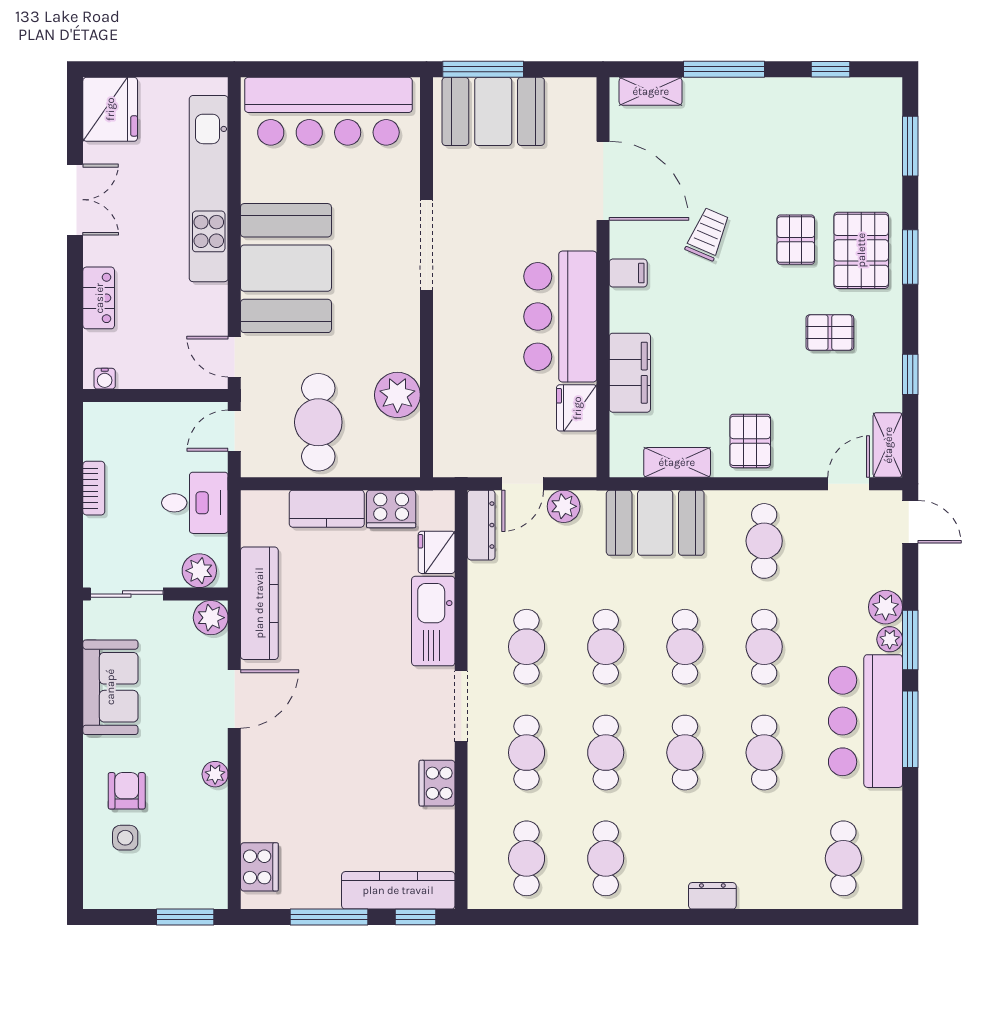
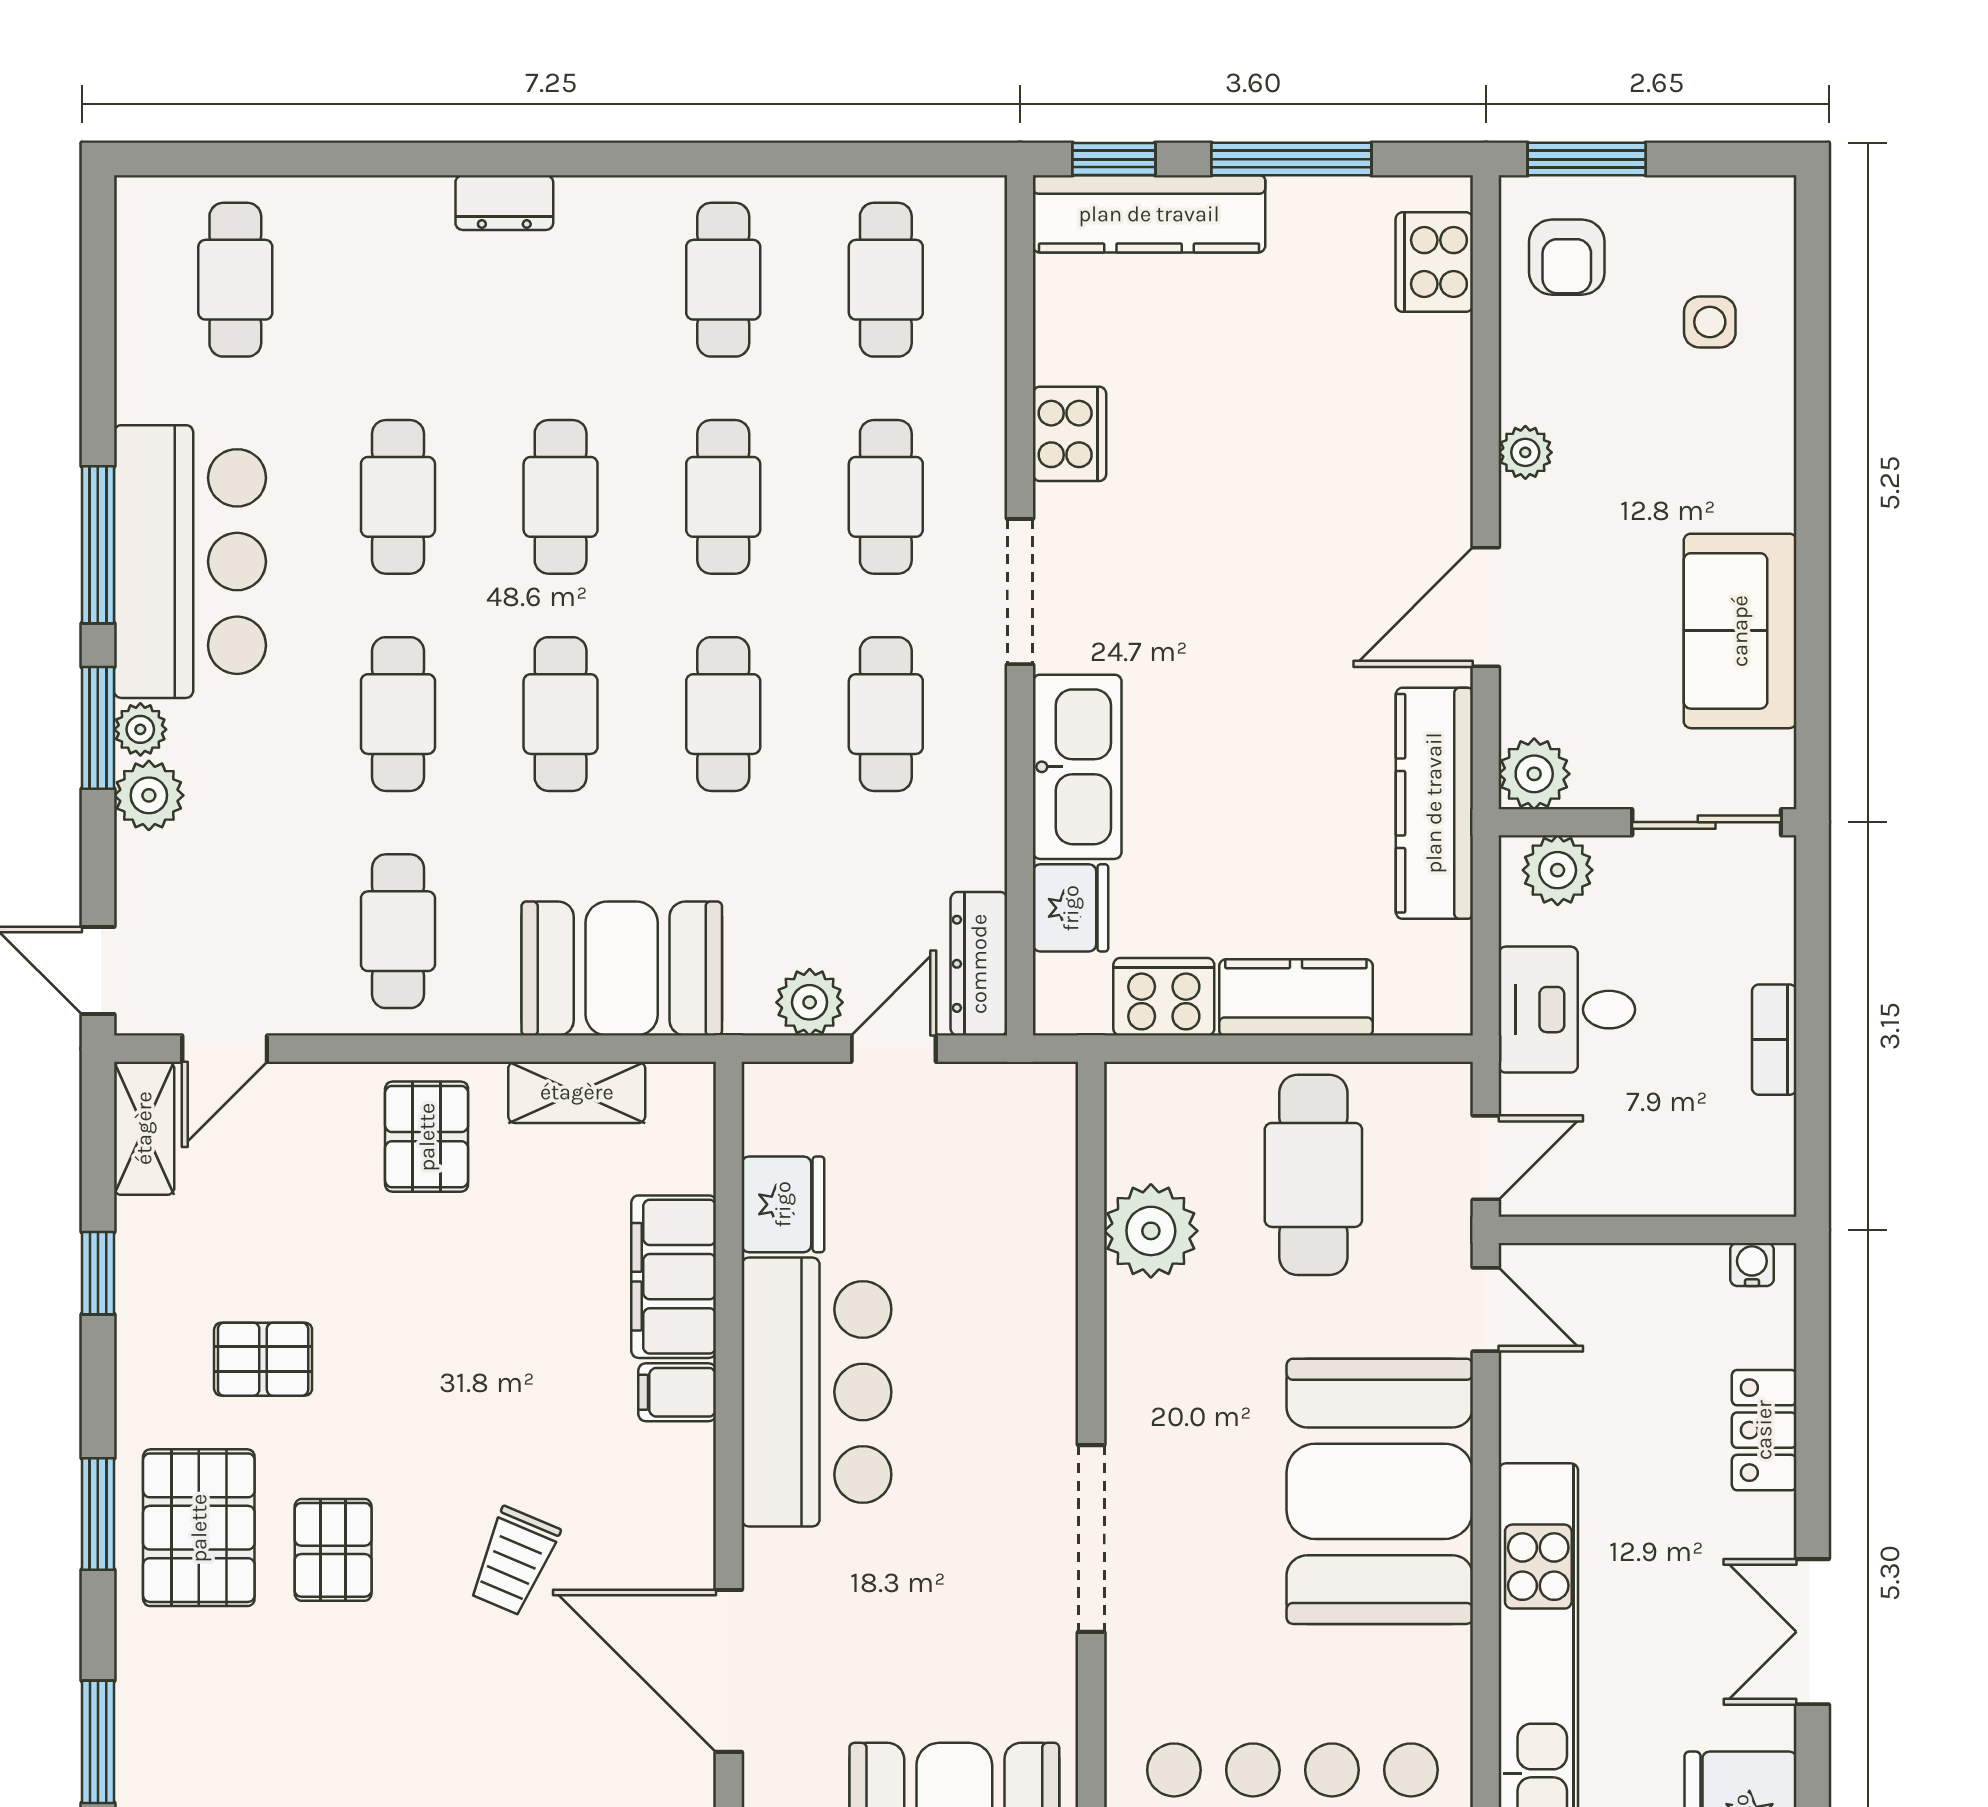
filing cabinet: (628, 273) -> (677, 1392), moved
armchair: (127, 791) -> (1567, 257), moved

